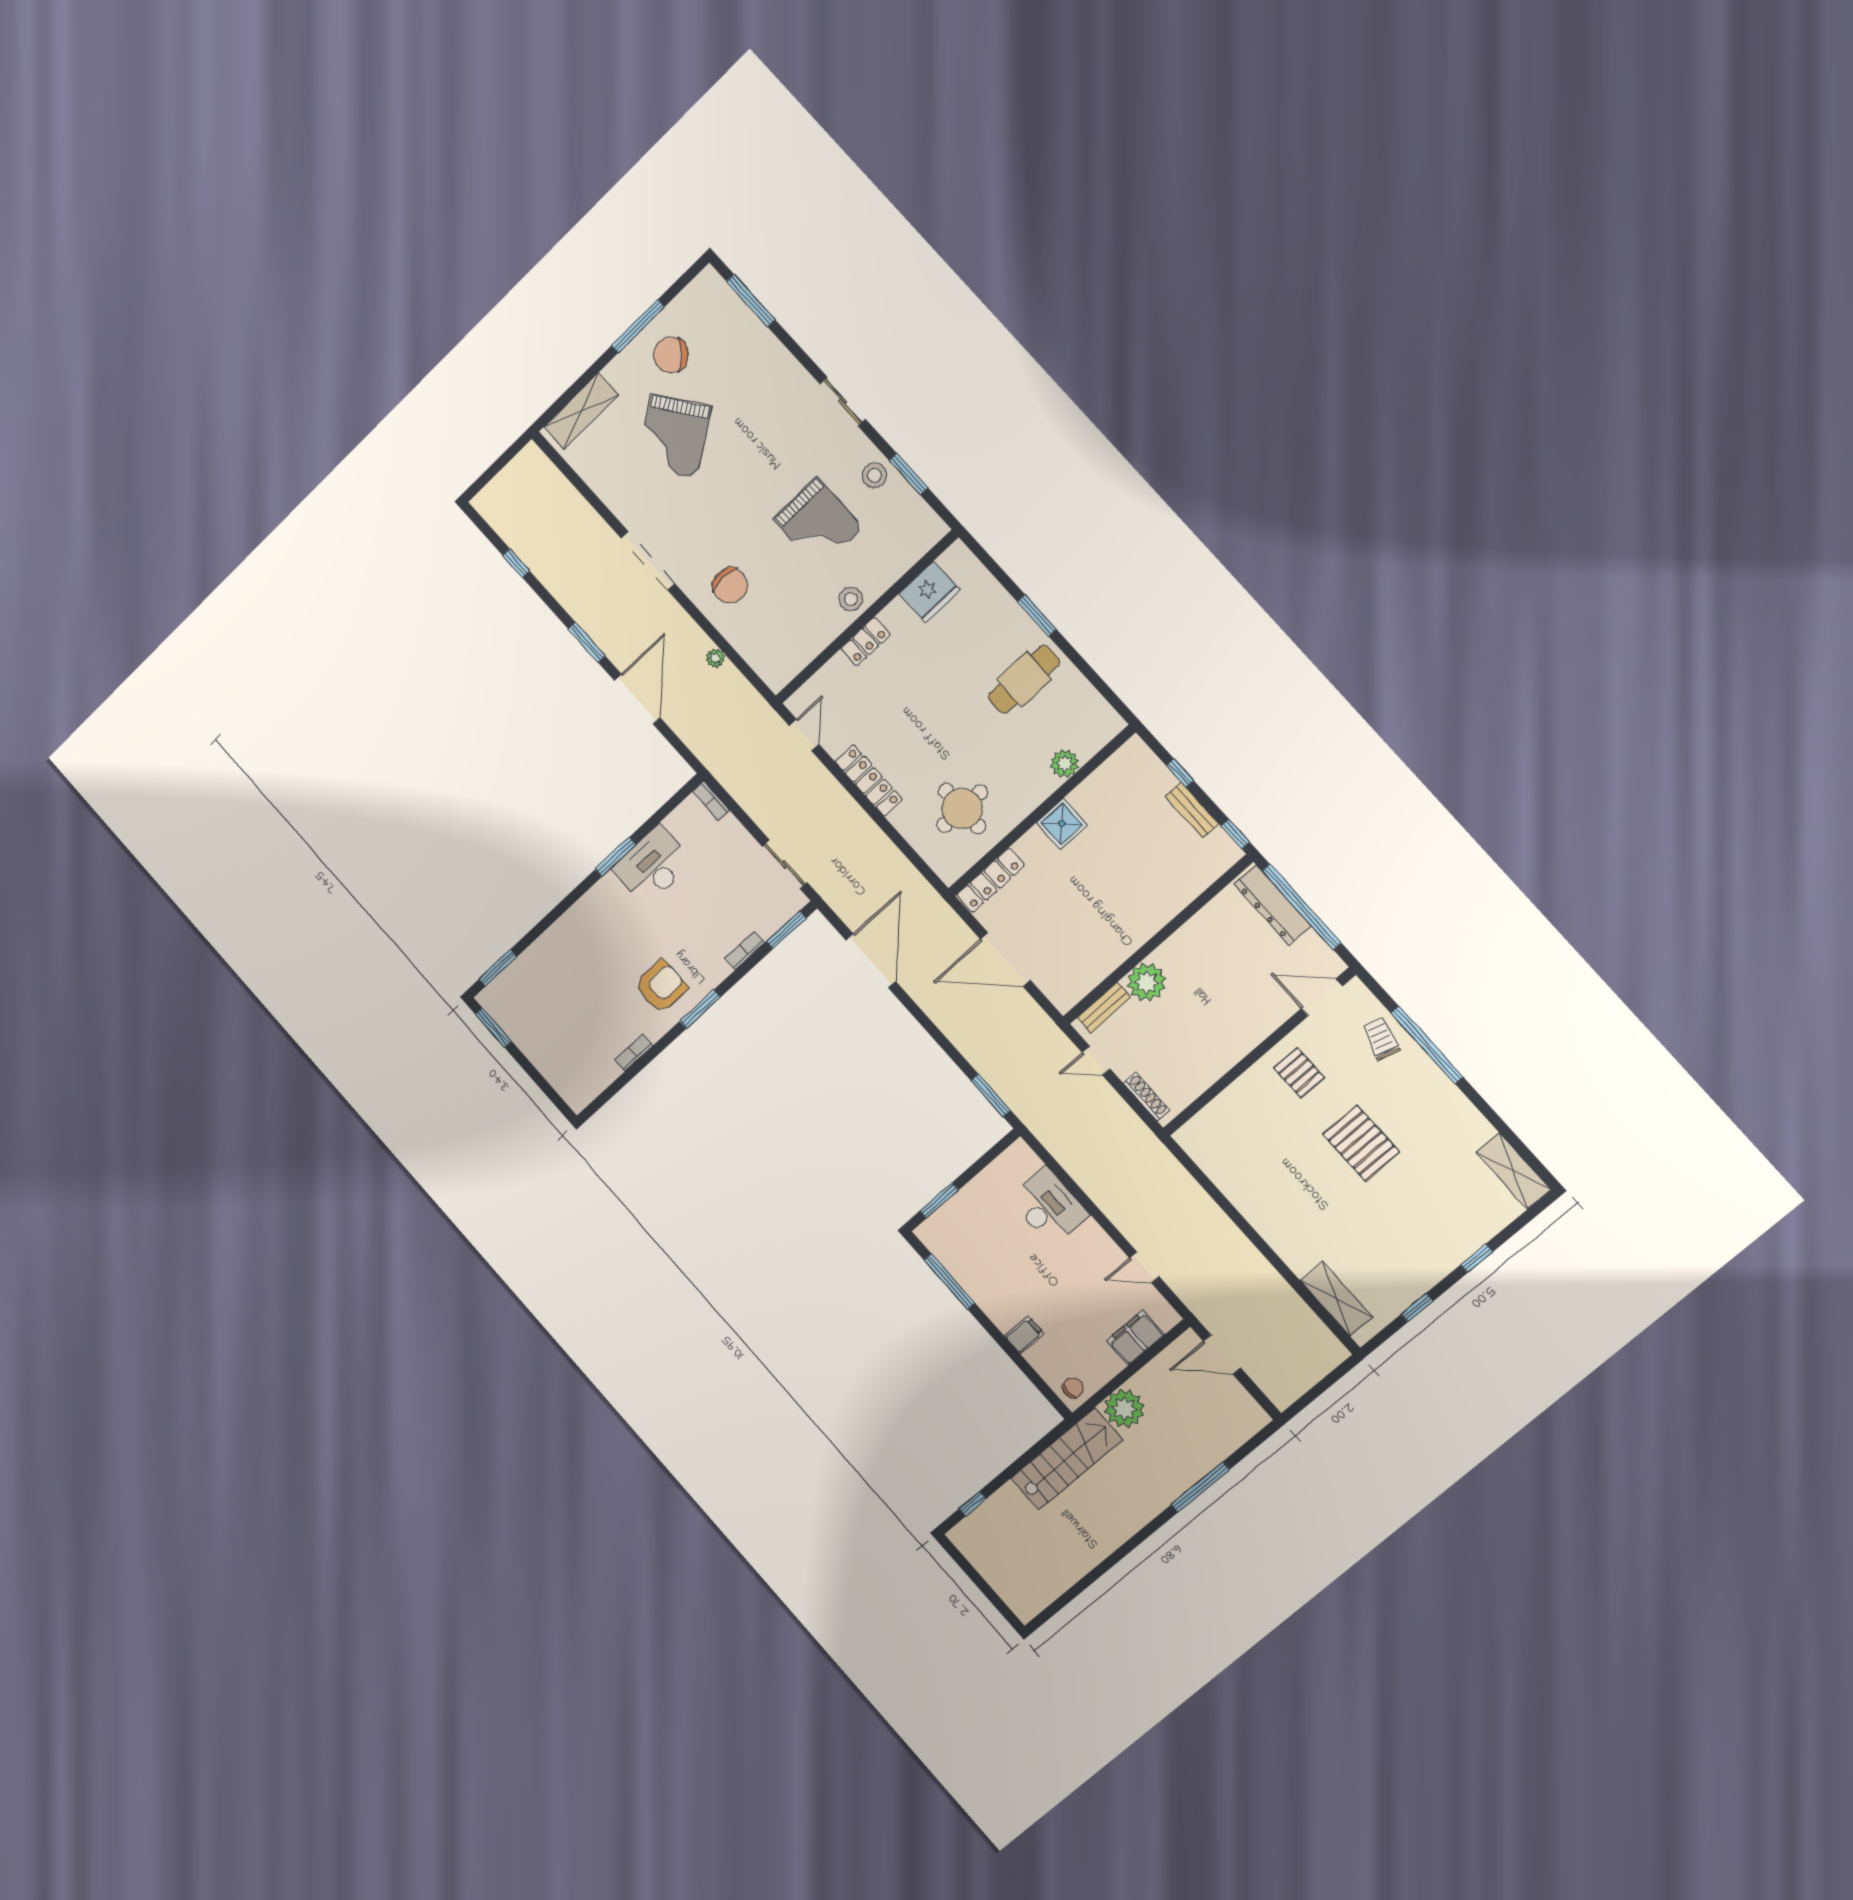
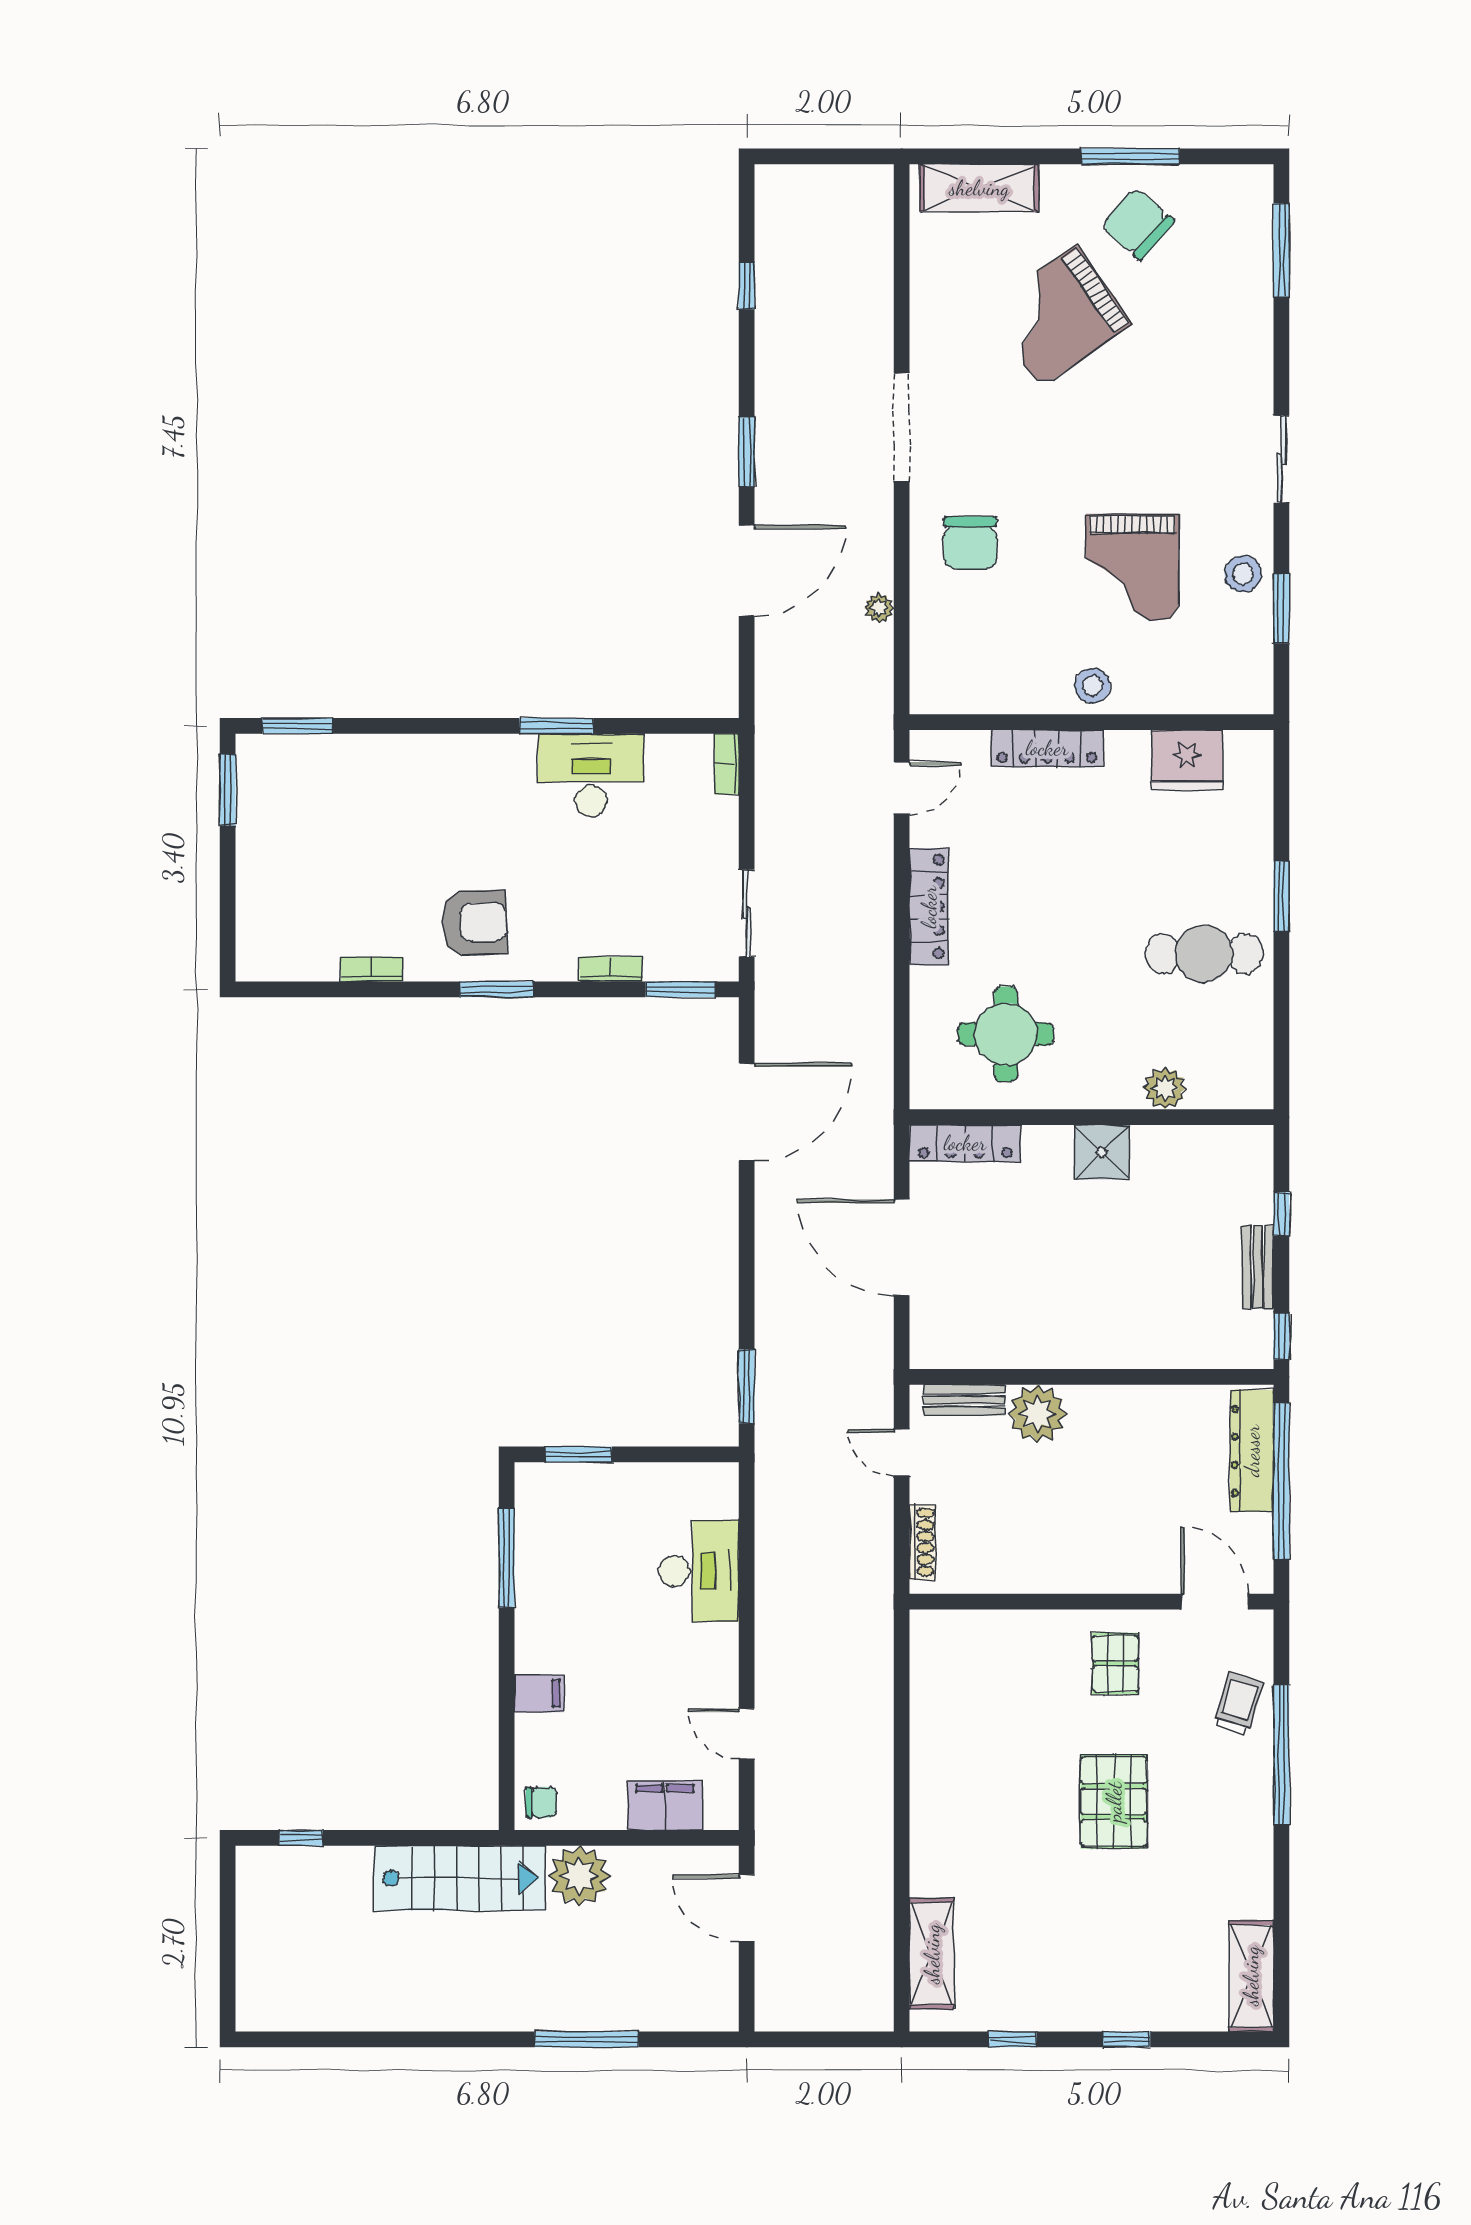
locker: (866, 642) -> (1047, 748), width x1.53

